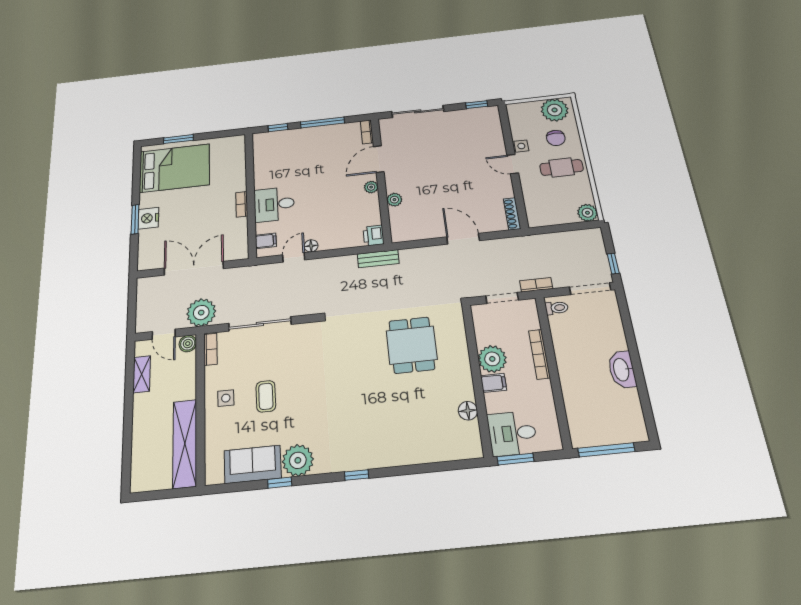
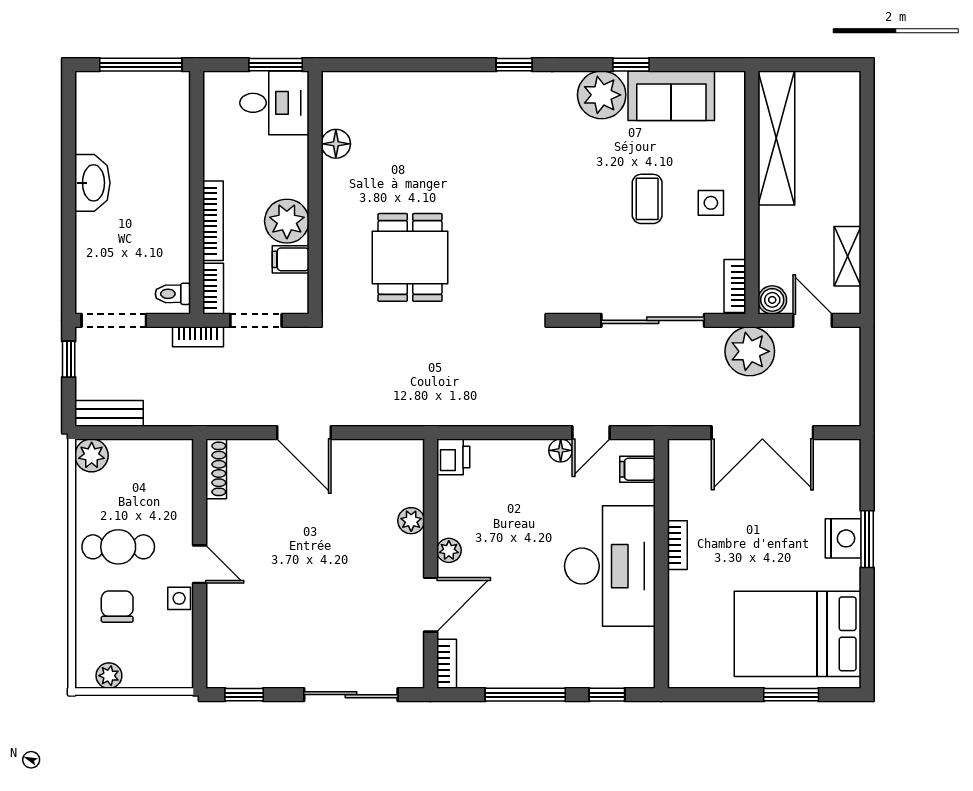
plant: (555, 110) -> (109, 676), width x0.53, depth x0.53
desk: (274, 204) -> (610, 566), width x1.87, depth x1.30
bench: (378, 259) -> (109, 413), moved
bookcase: (532, 314) -> (213, 289), added
filing cabinet: (494, 383) -> (291, 259), moved

